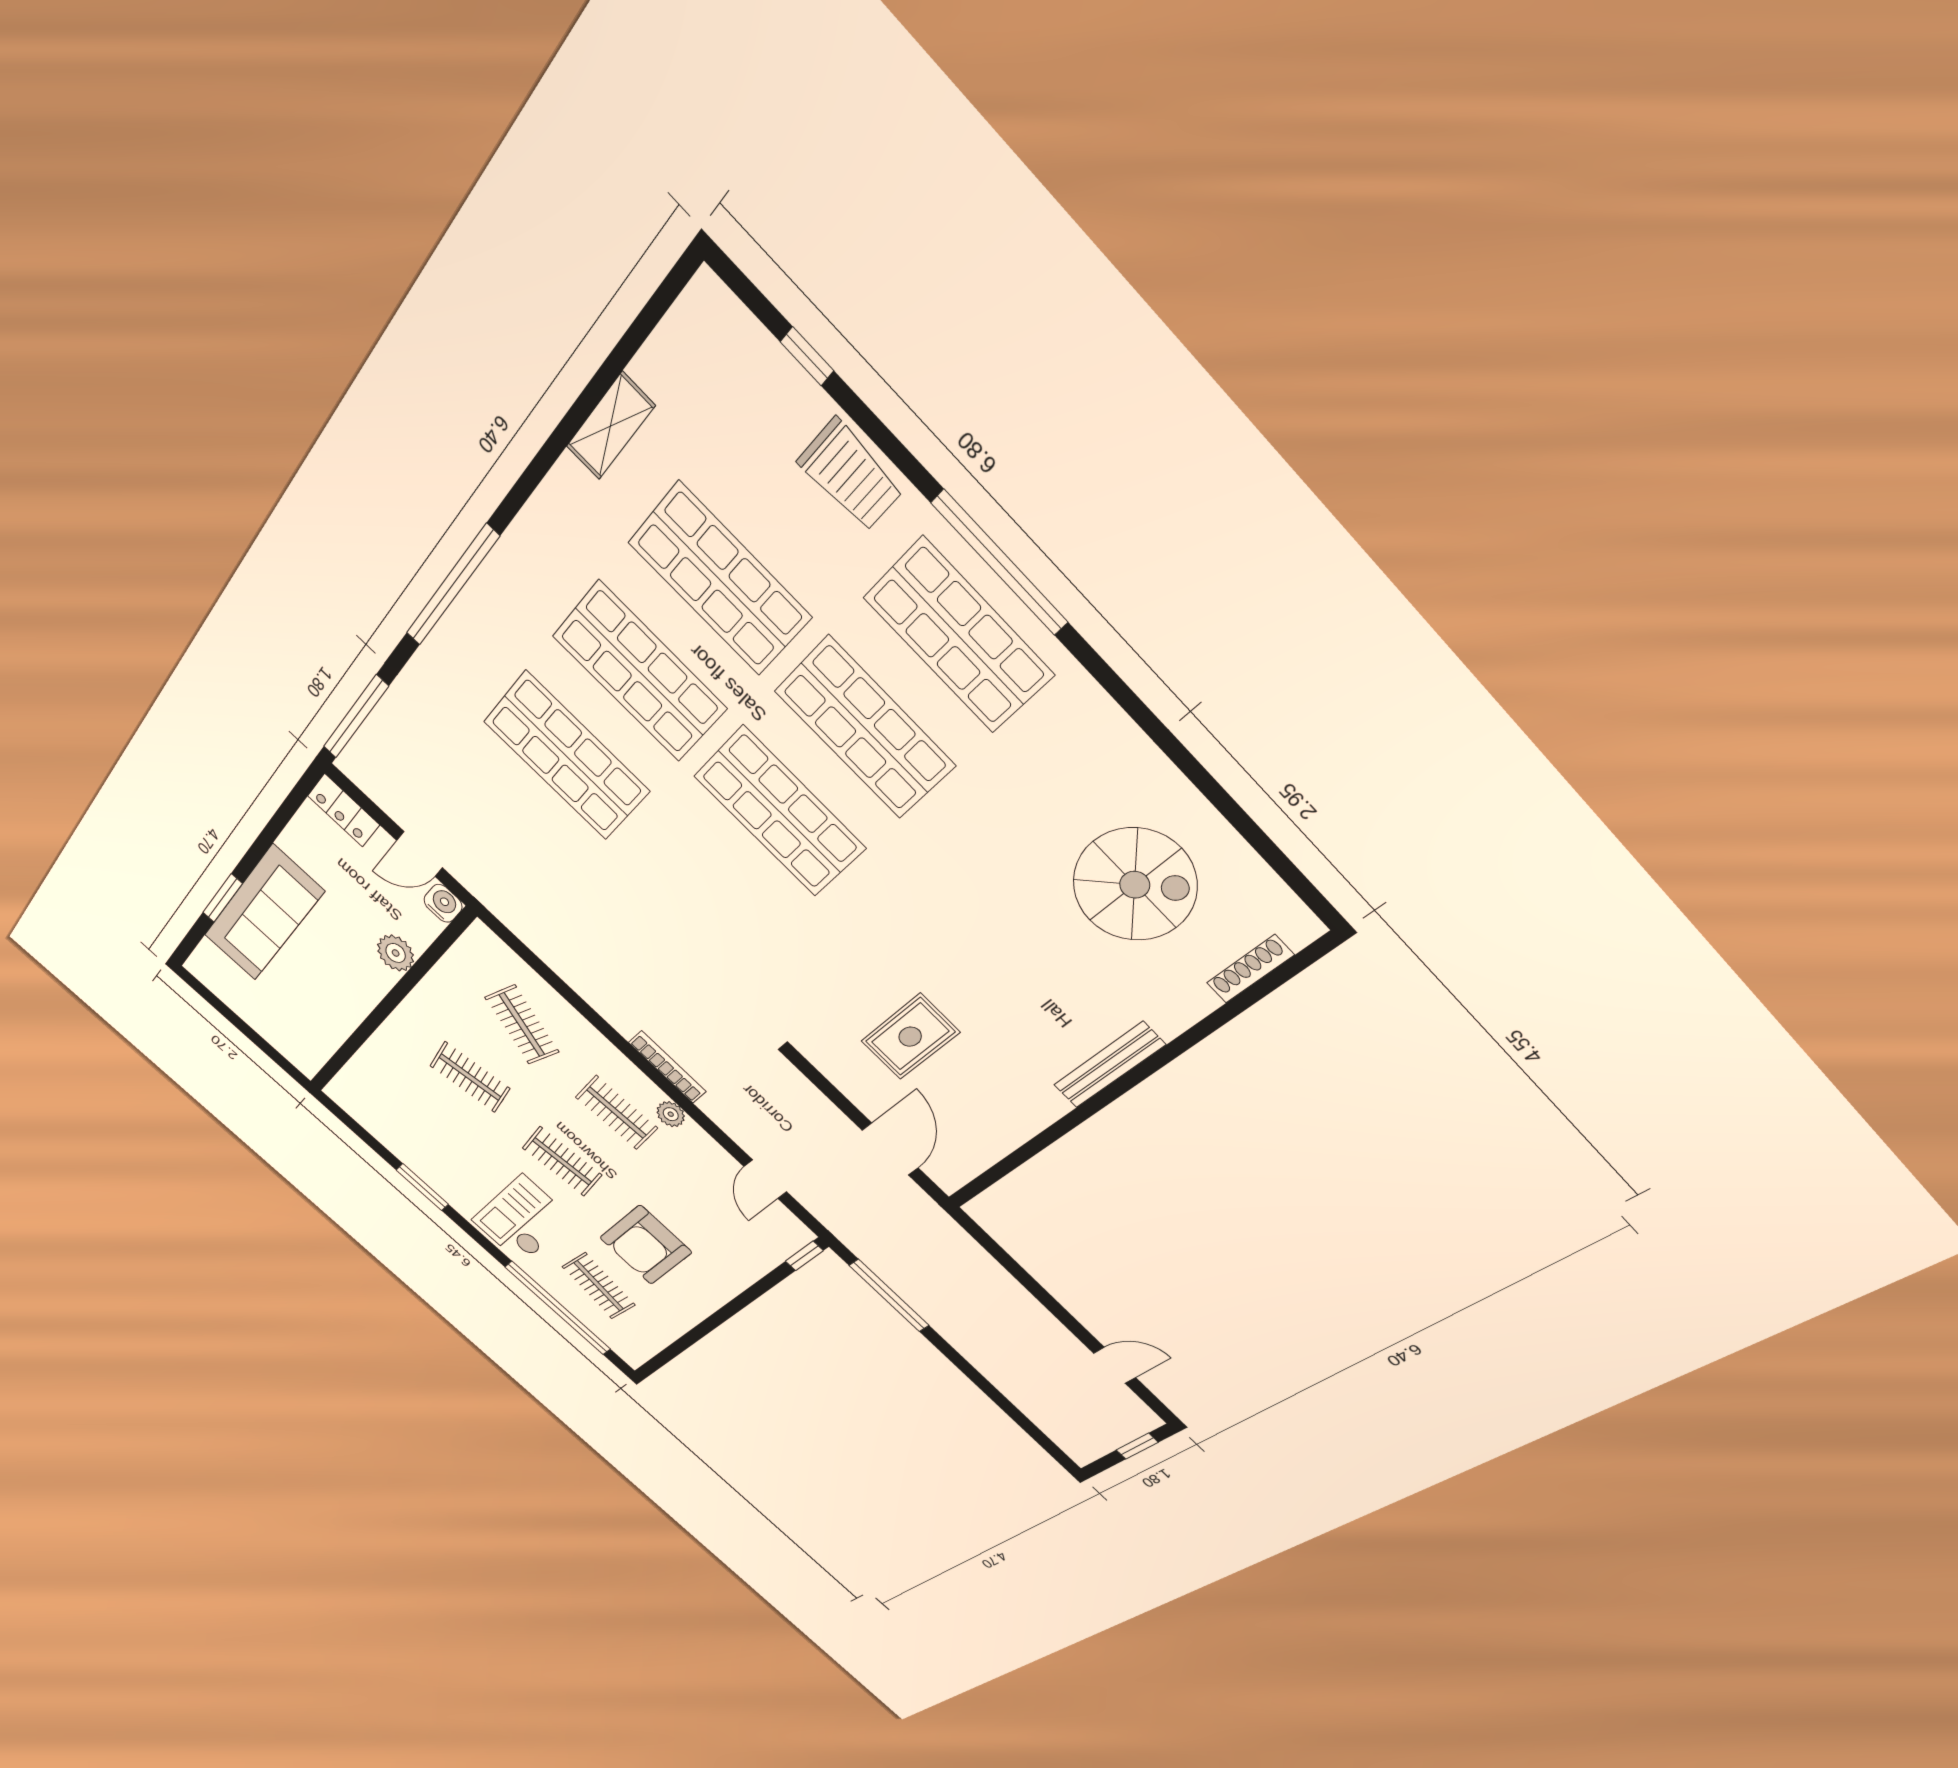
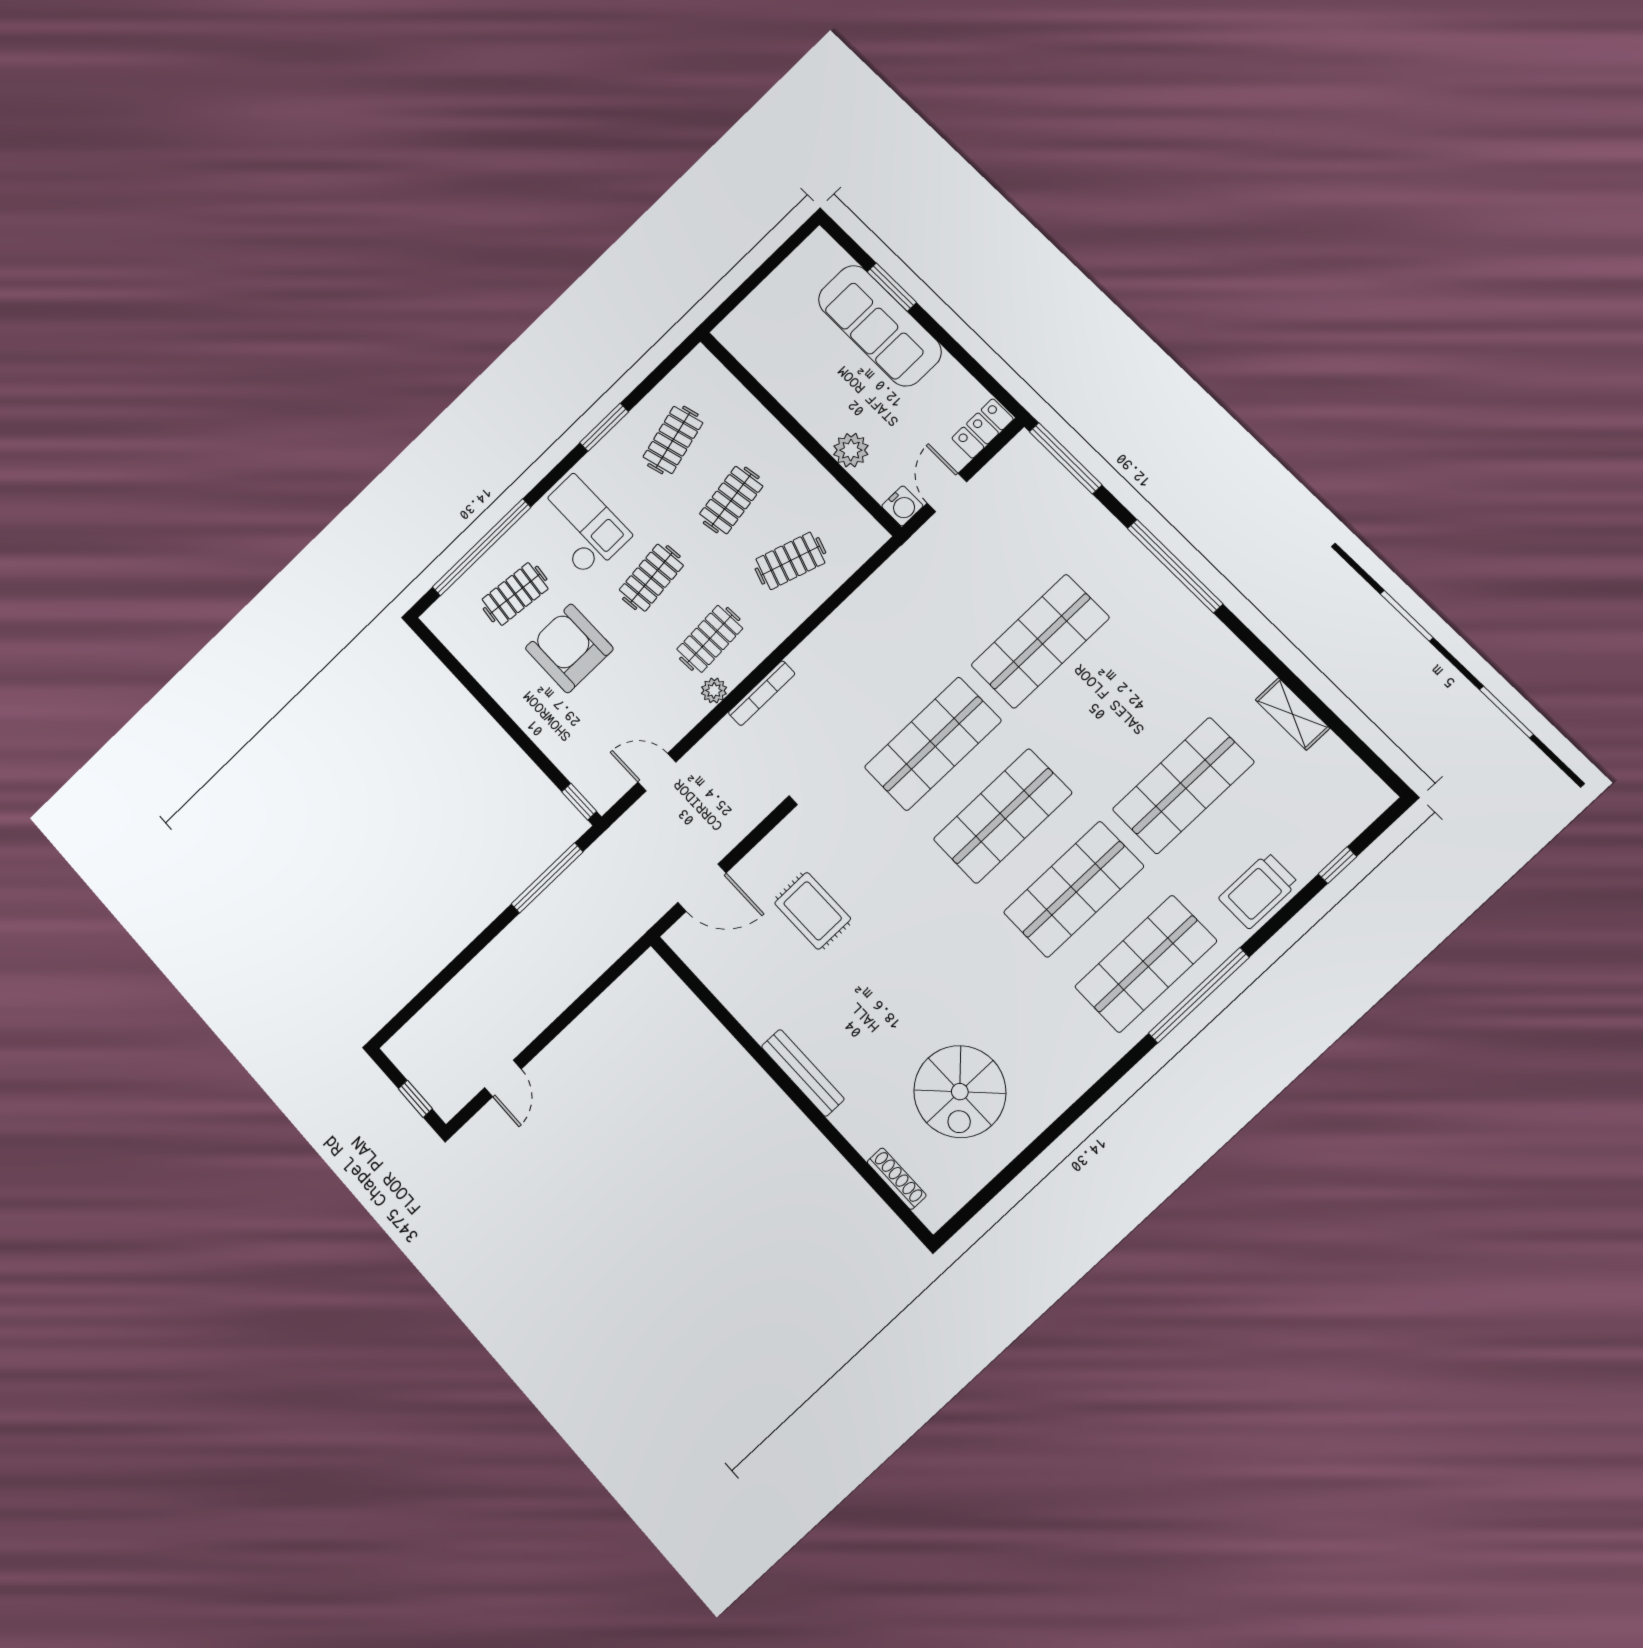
shop shelf: (640, 672) -> (933, 744), moved
clothes rail: (421, 1126) -> (673, 440), added

